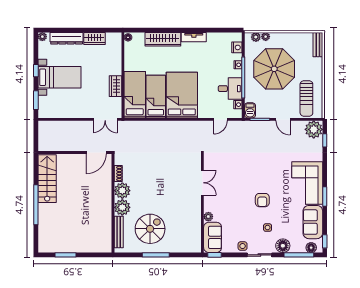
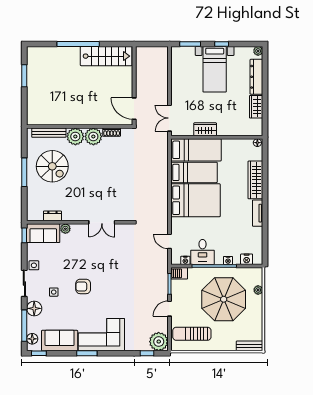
plant: (256, 37) -> (258, 280), removed
dresser: (196, 229) -> (52, 216), added

